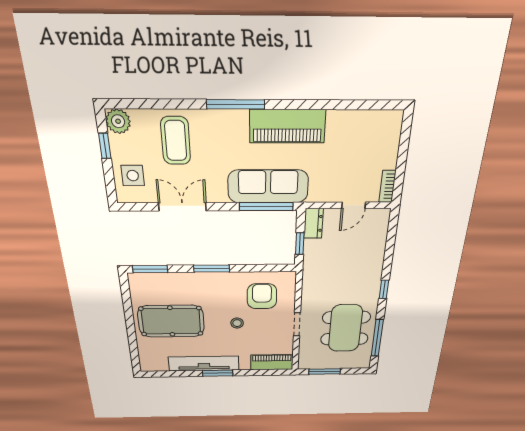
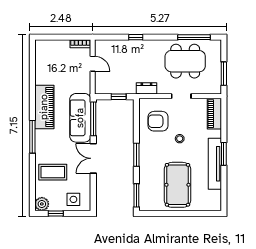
double door: (182, 207) -> (93, 158), moved
dresser: (314, 223) -> (146, 88), moved
window: (384, 289) -> (136, 37), moved

